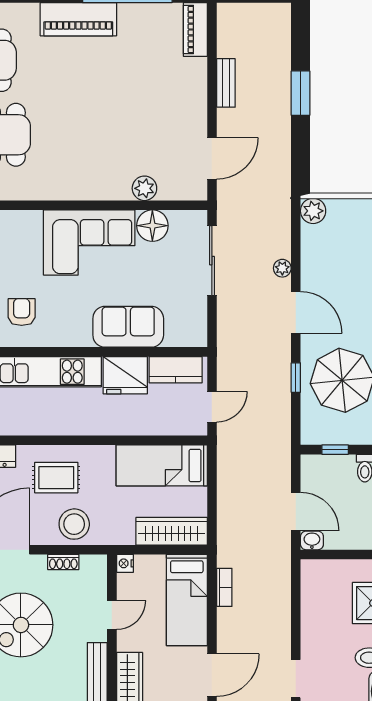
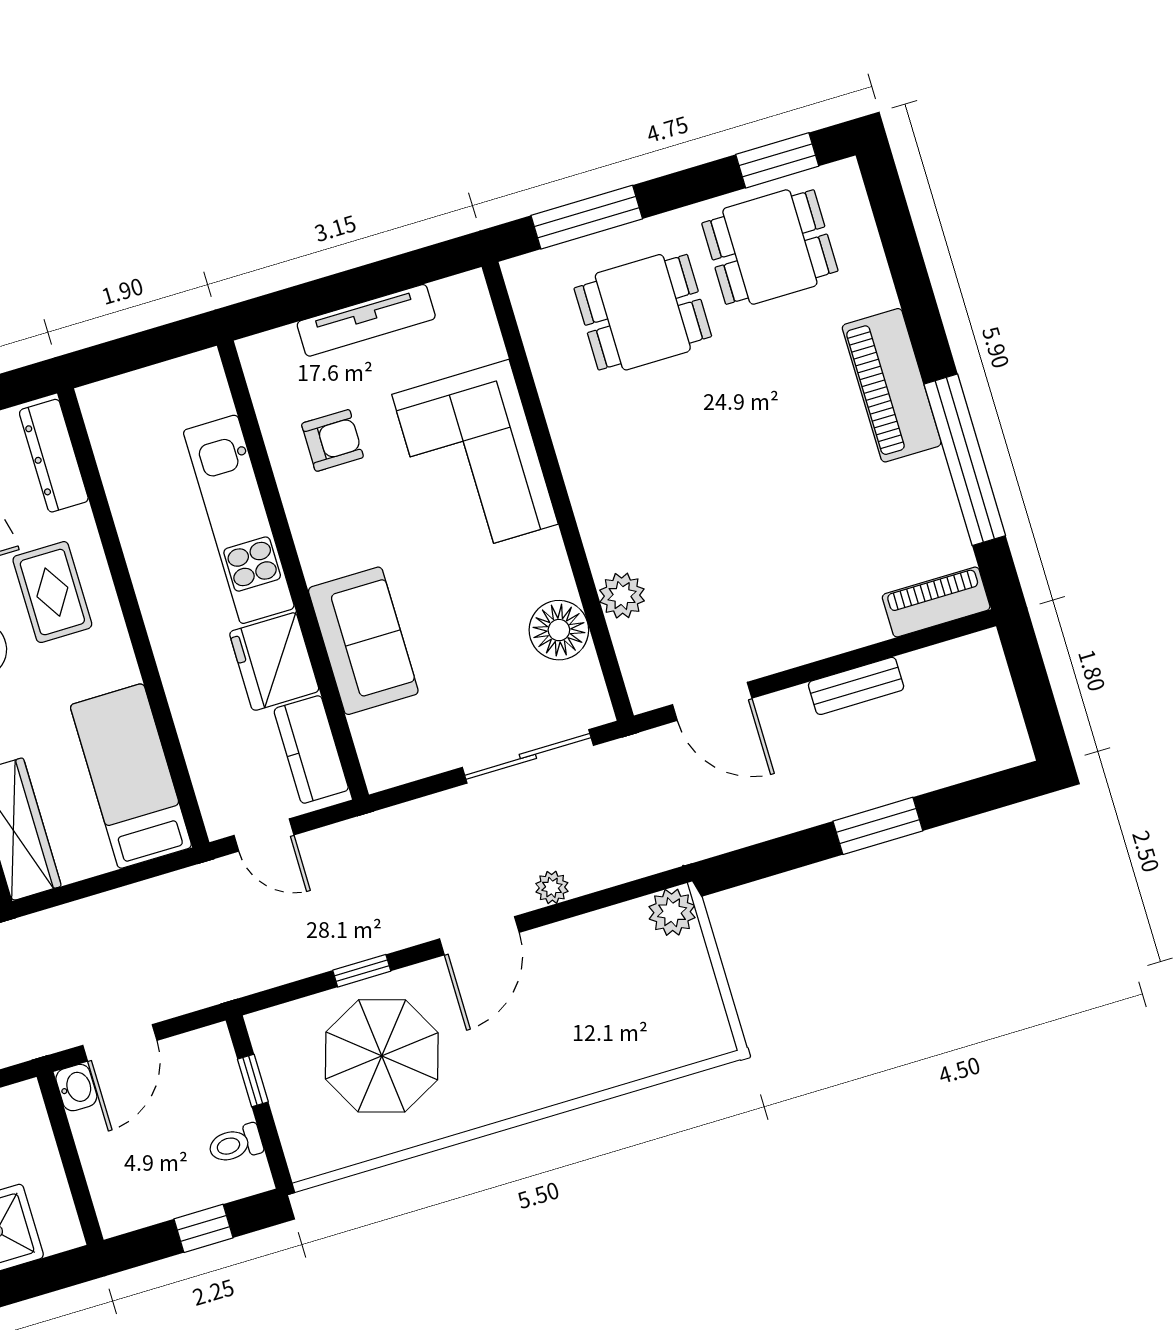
corner sofa: (89, 242) -> (475, 459), moved

